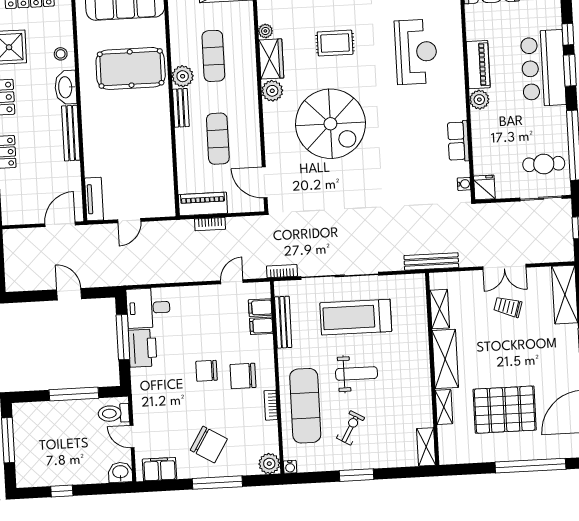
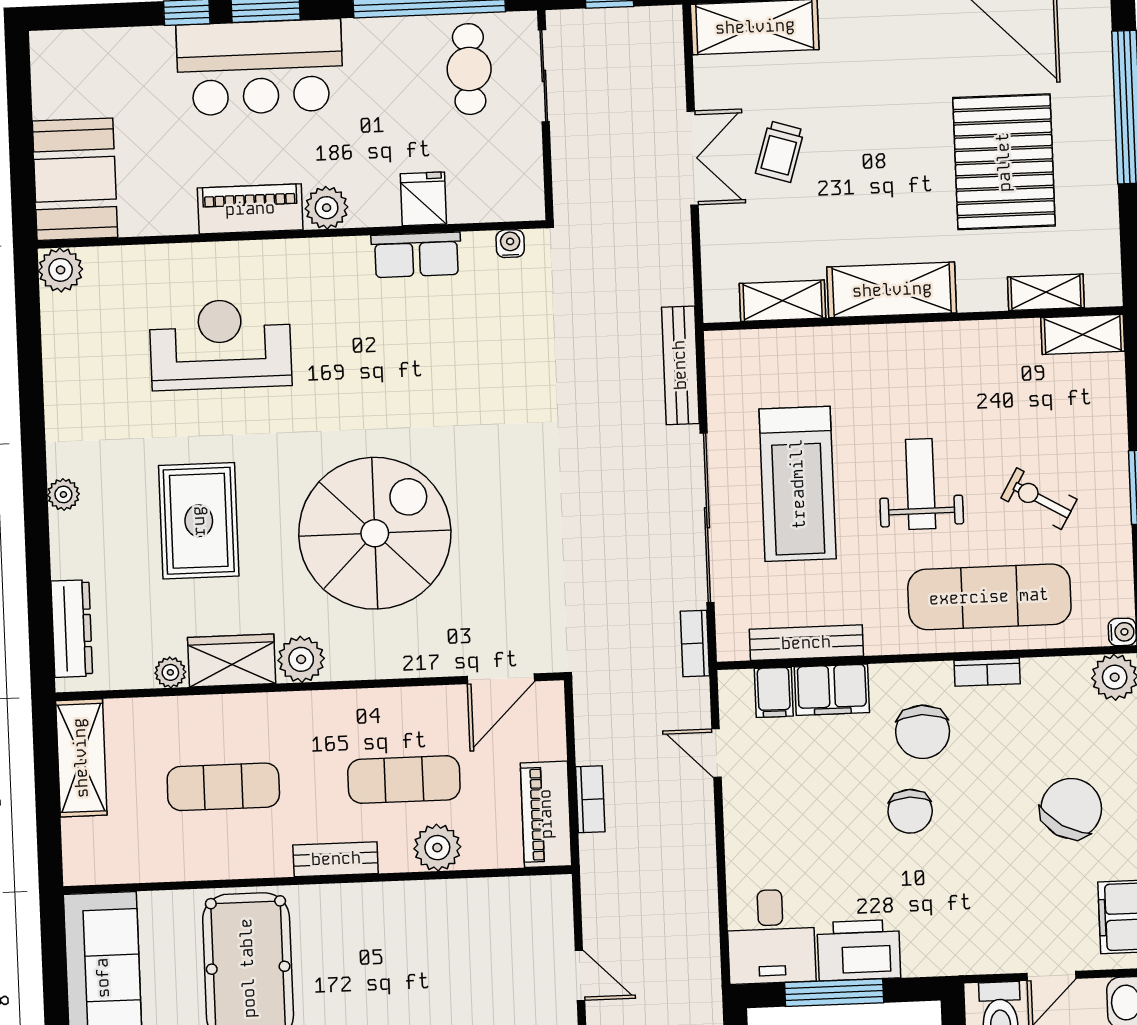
rug: (335, 43) -> (199, 521), width x1.36, depth x1.43
plant: (183, 76) -> (437, 848), moved
fridge: (484, 187) -> (423, 199), moved, turned 90
bench: (431, 261) -> (680, 365), moved
filing cabinet: (261, 326) -> (832, 690), width x2.00
shelving: (444, 407) -> (1046, 292), moved

